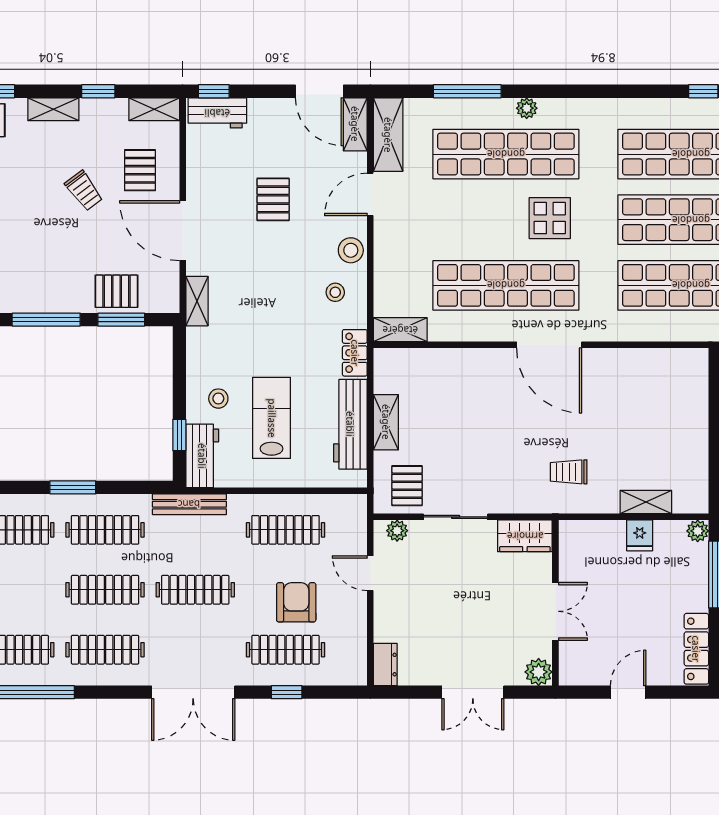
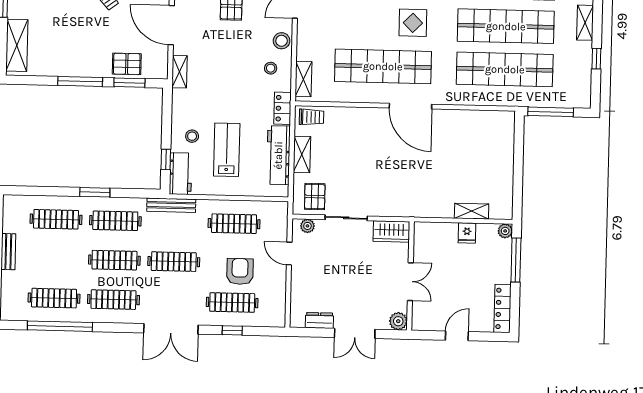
shelving: (400, 330) -> (303, 79), moved, turned 90
trolley: (569, 472) -> (312, 117), moved, turned 180
dresser: (385, 665) -> (319, 320), moved, turned -90

